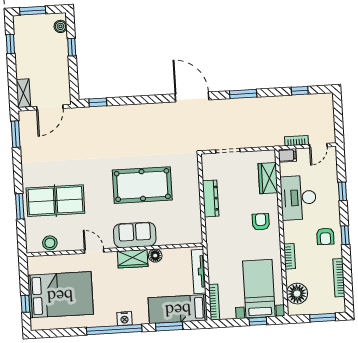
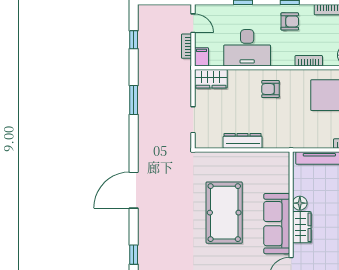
door: (192, 97) -> (134, 190), moved
wardrobe: (268, 178) -> (211, 79), moved
sofa: (135, 235) -> (277, 224), width x1.36

